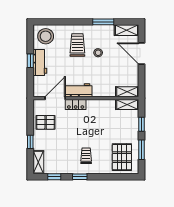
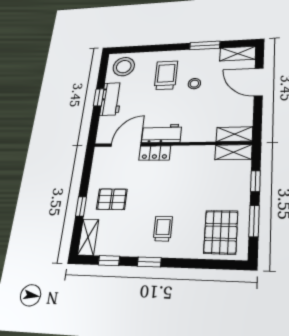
pallet: (46, 122) -> (112, 199), moved

